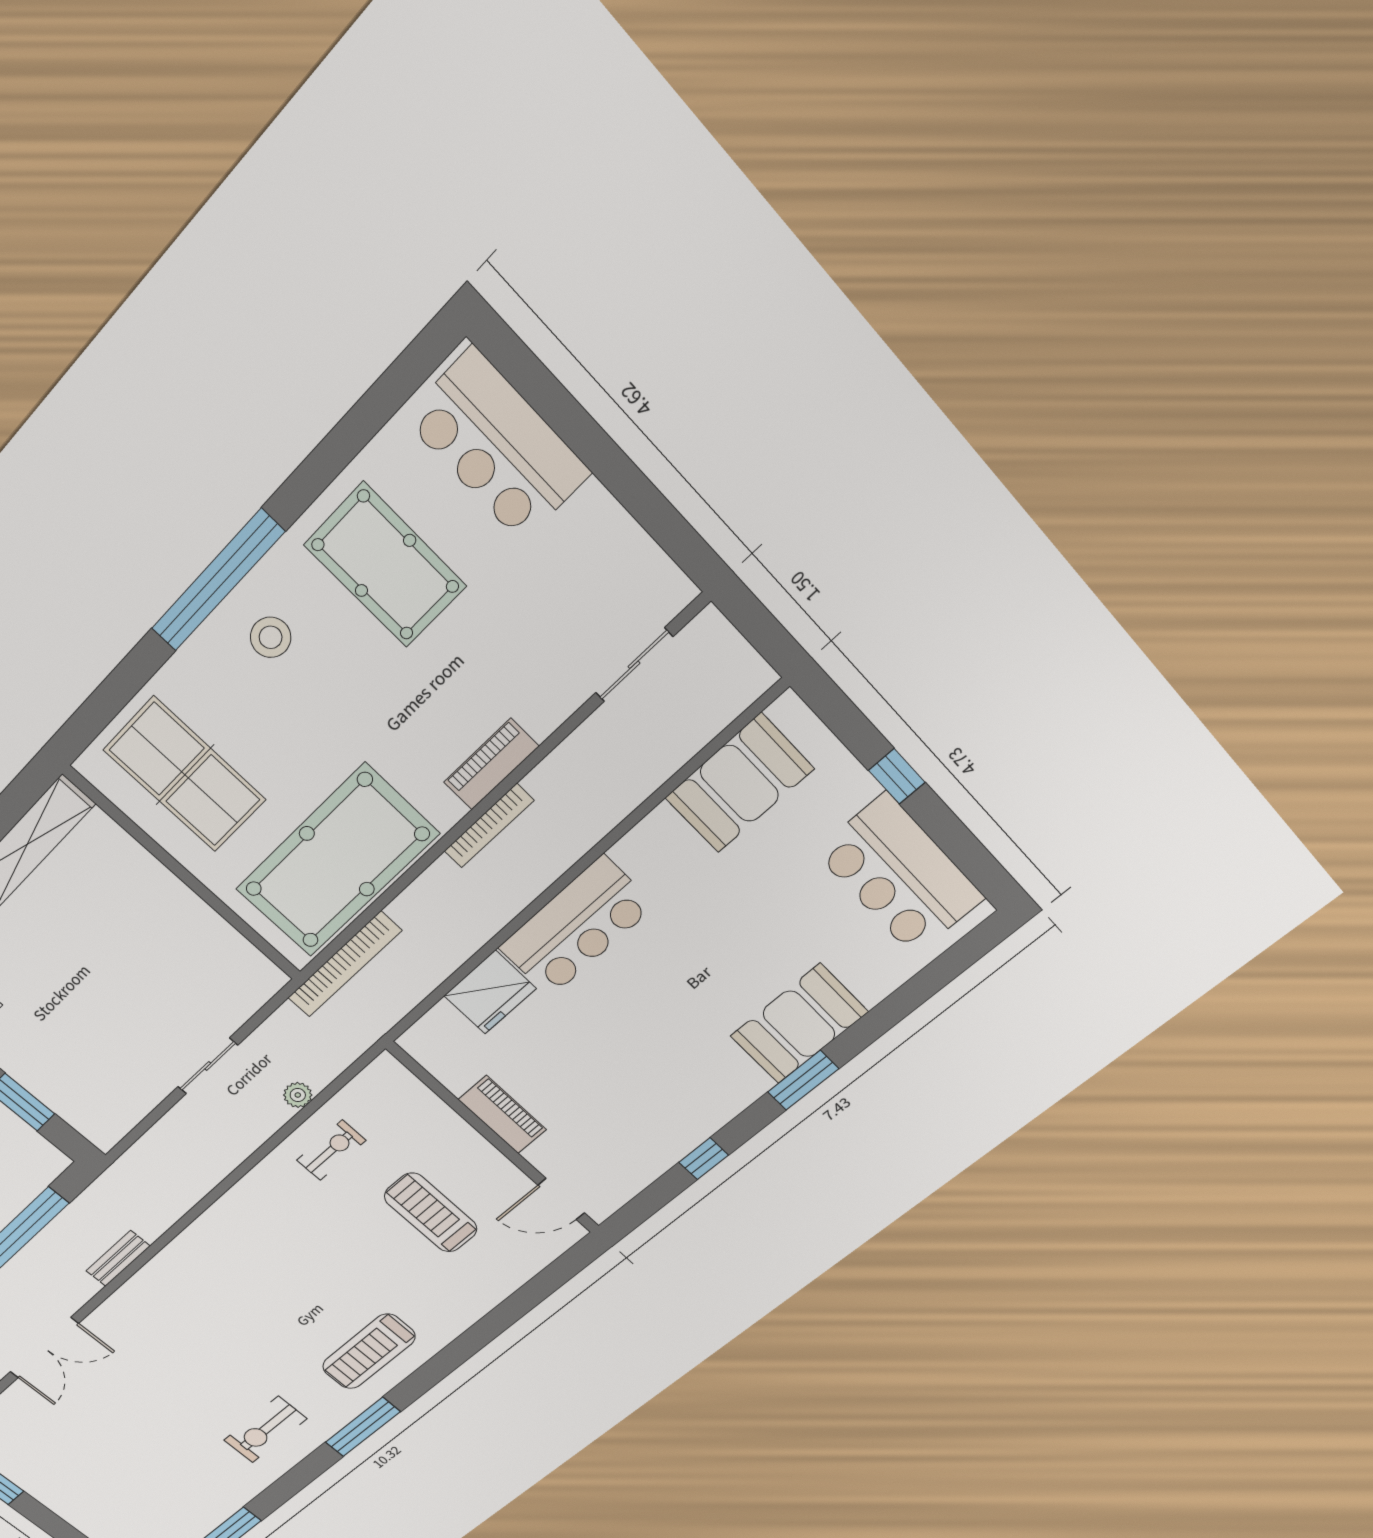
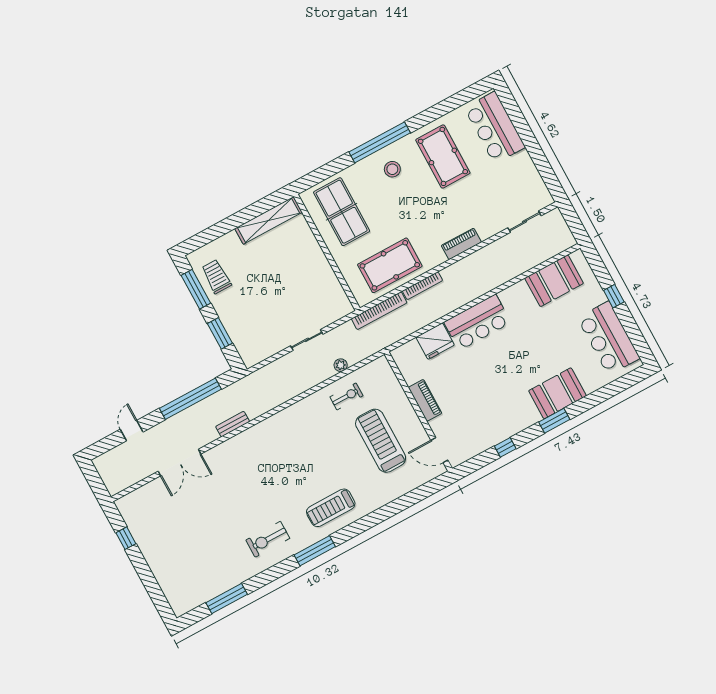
bookcase: (489, 826) -> (422, 286), moved
pool table: (337, 861) -> (390, 265), width x0.73, depth x0.76
treadmill: (431, 1213) -> (381, 441), width x1.37, depth x1.38

